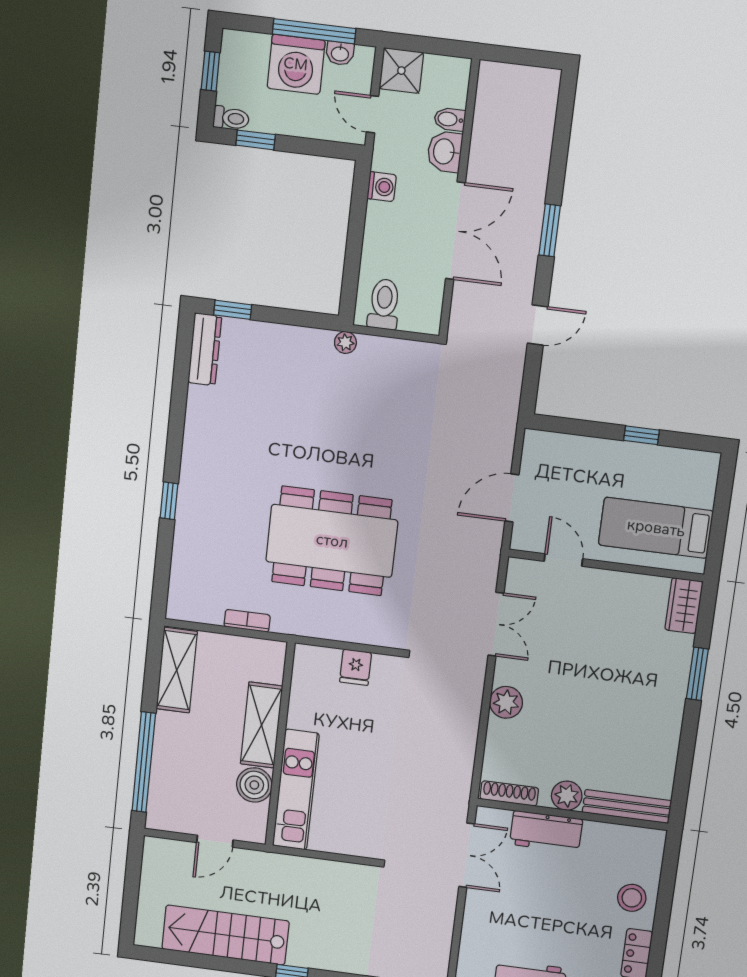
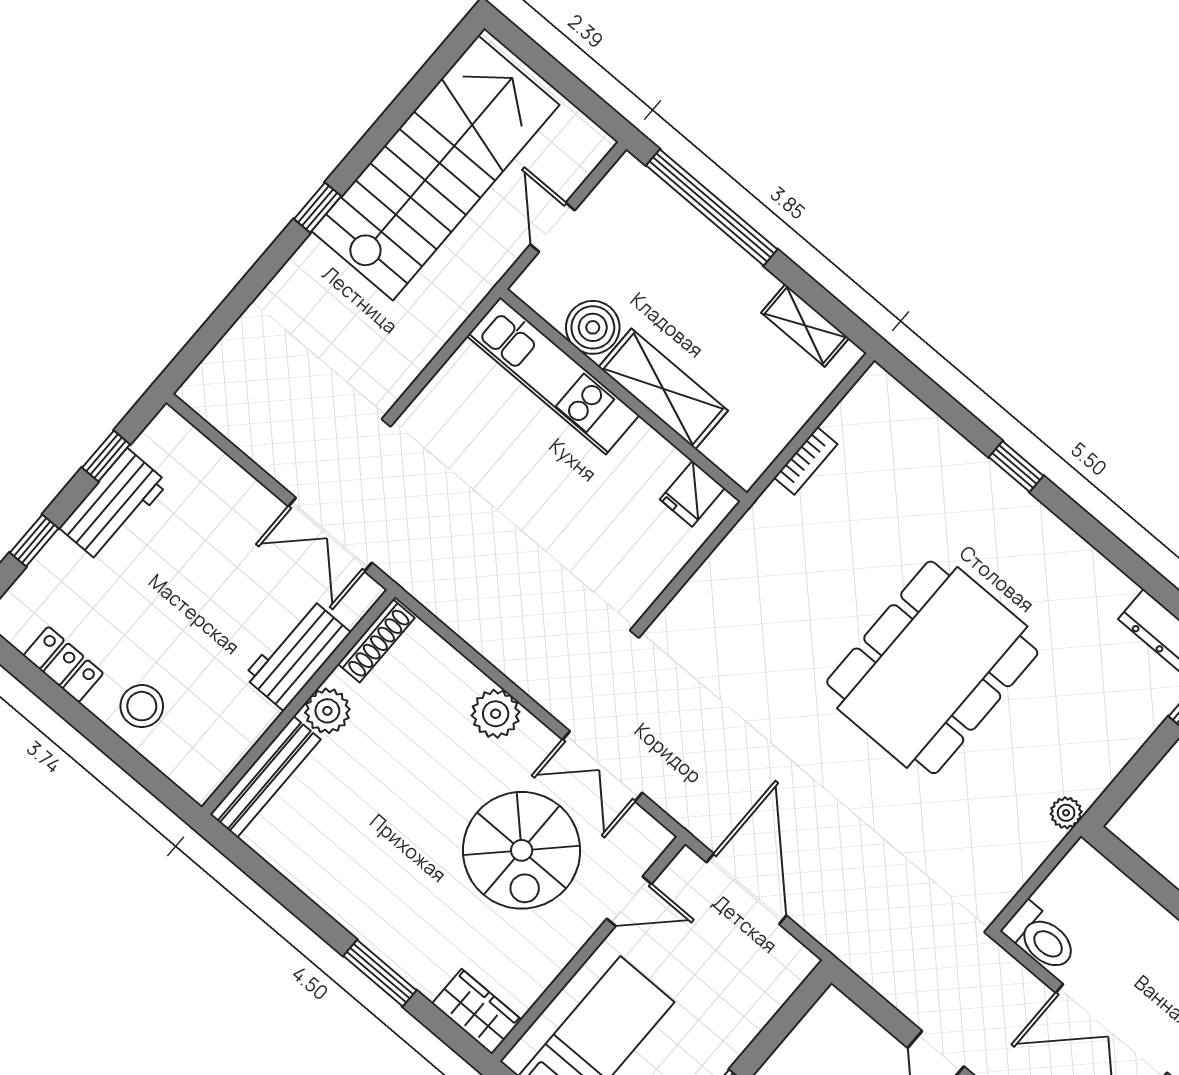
toilet: (384, 304) -> (1041, 937), moved
door: (512, 498) -> (746, 889), width x1.36
dining table: (332, 541) -> (932, 667), moved
spiral stairs: (574, 639) -> (522, 850), added
fridge: (356, 667) -> (692, 494), moved, turned -90
shelving: (177, 670) -> (805, 325), width x0.67, depth x0.75
stairs: (225, 935) -> (435, 168), width x1.36, depth x1.51

